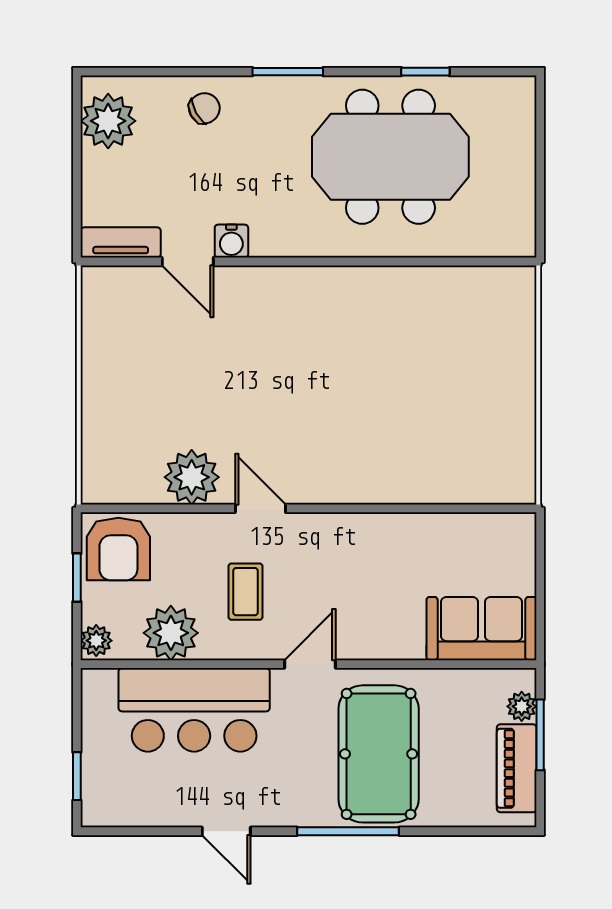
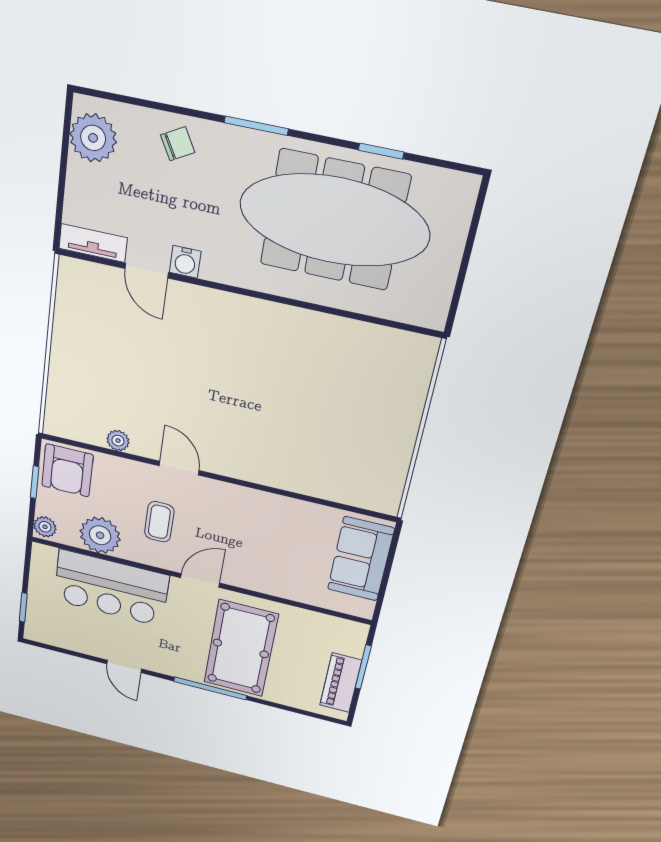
meeting table: (390, 157) -> (334, 220), width x1.36
plant: (192, 477) -> (118, 441), width x0.53, depth x0.53
sofa: (481, 629) -> (361, 559), moved, turned -90
plant: (522, 706) -> (354, 646), removed

